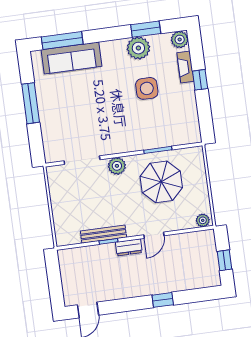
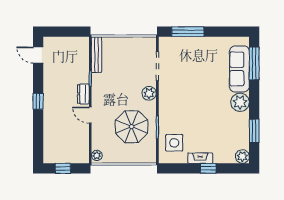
plant: (138, 48) -> (240, 102), moved
fireplace: (185, 67) -> (200, 158), moved
side table: (147, 88) -> (174, 143), moved
window: (31, 103) -> (188, 32), moved
bench: (103, 234) -> (97, 55), moved
window: (163, 300) -> (38, 101), moved

